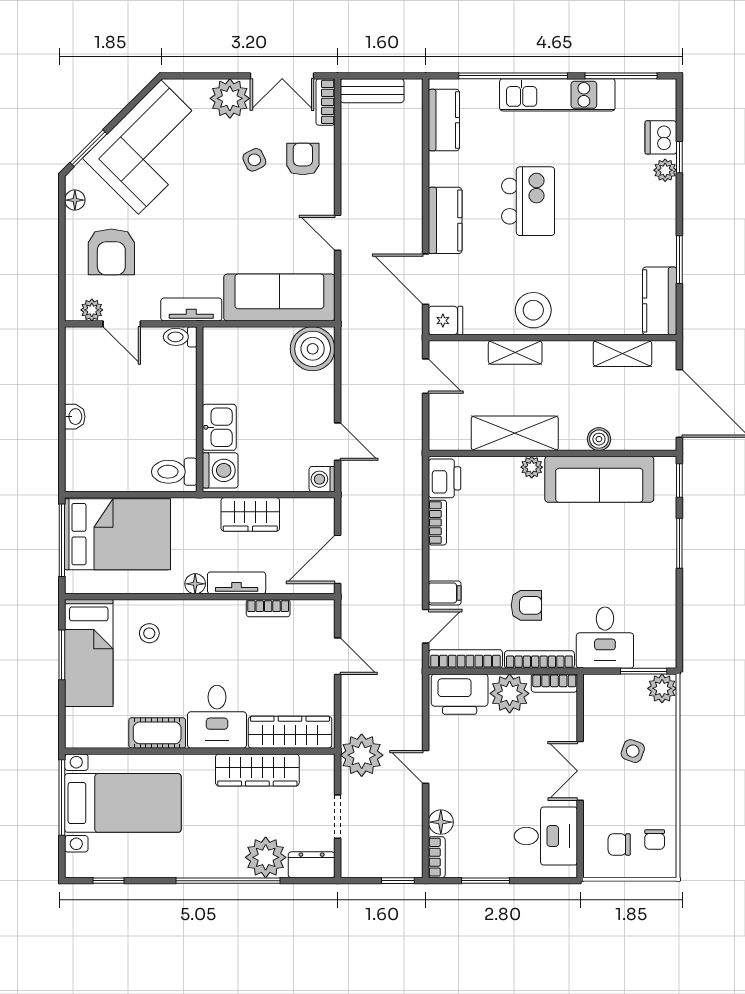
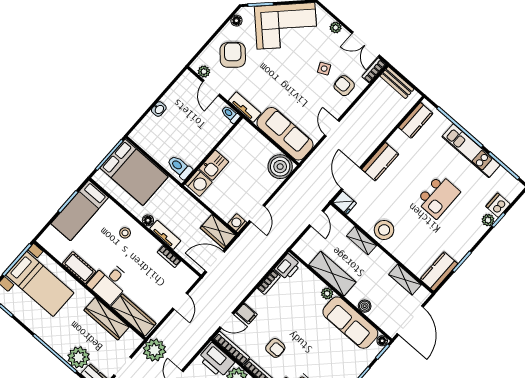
plant: (230, 98) -> (336, 28), width x0.53, depth x0.53
armchair: (303, 159) -> (344, 86), turned -90
kitchen island: (528, 201) -> (438, 197), moved
armchair: (111, 252) -> (233, 55), turned 138
floor lamp: (665, 466) -> (382, 341), added
wardrobe: (250, 514) -> (218, 232), moved
stool: (149, 633) -> (125, 233), moved

